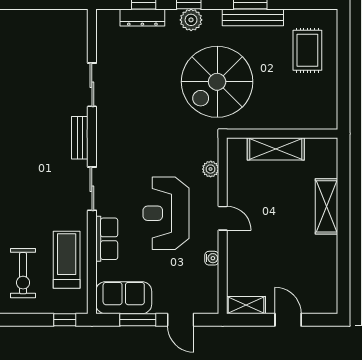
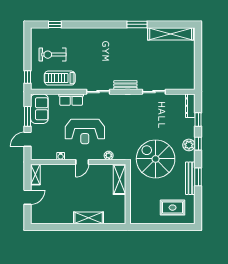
dresser: (142, 17) -> (190, 106), moved
shelving: (276, 149) -> (119, 179), moved
reception desk: (166, 213) -> (85, 132), turned 180
treadmill: (67, 260) -> (60, 78), turned 180

